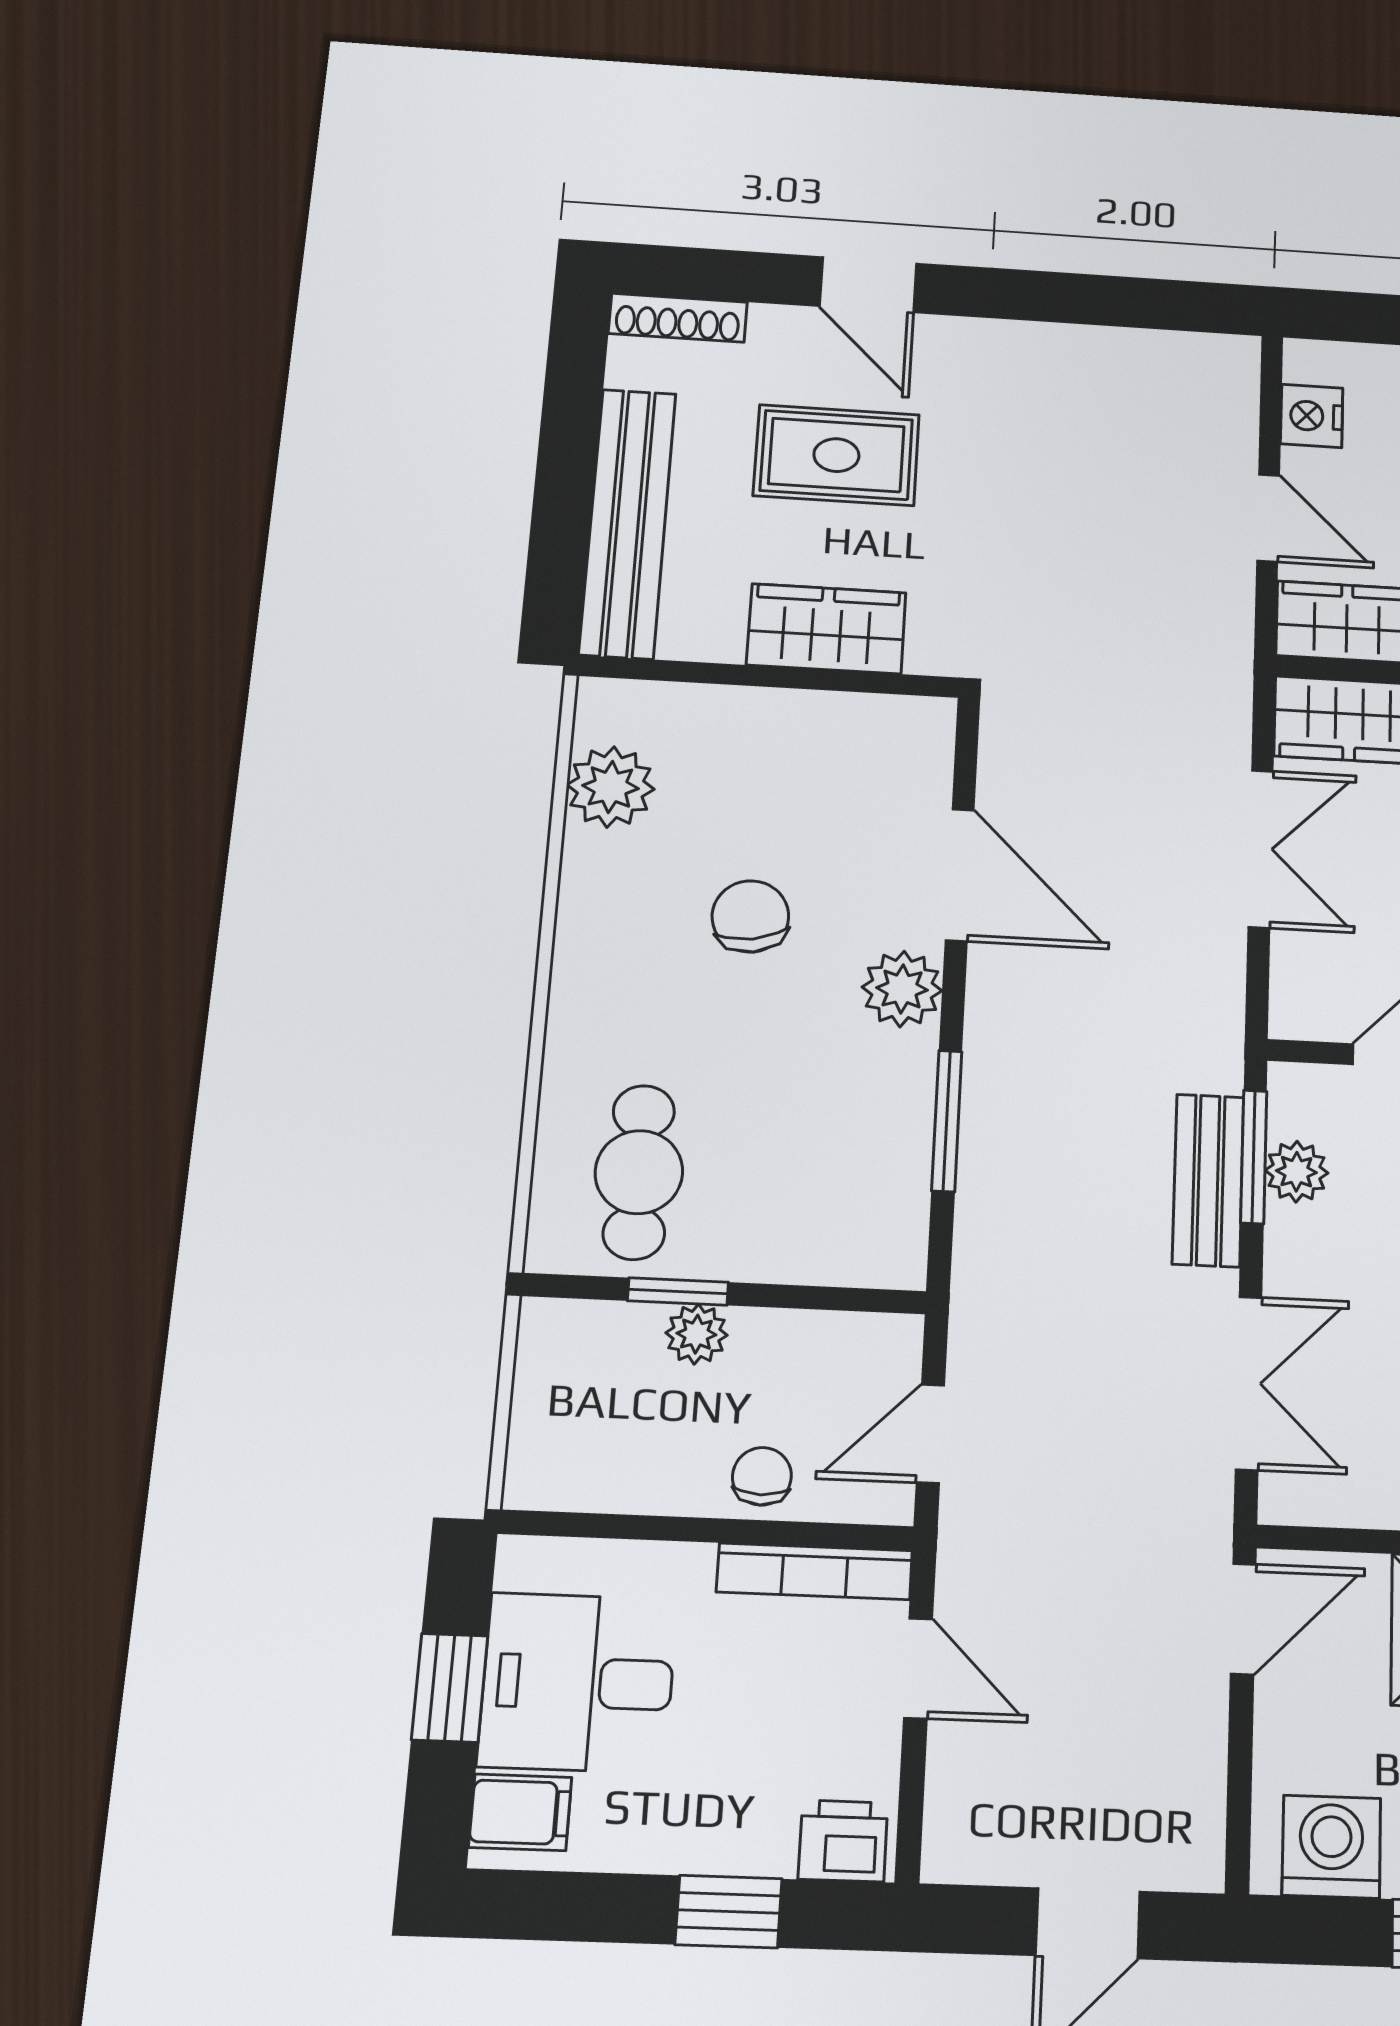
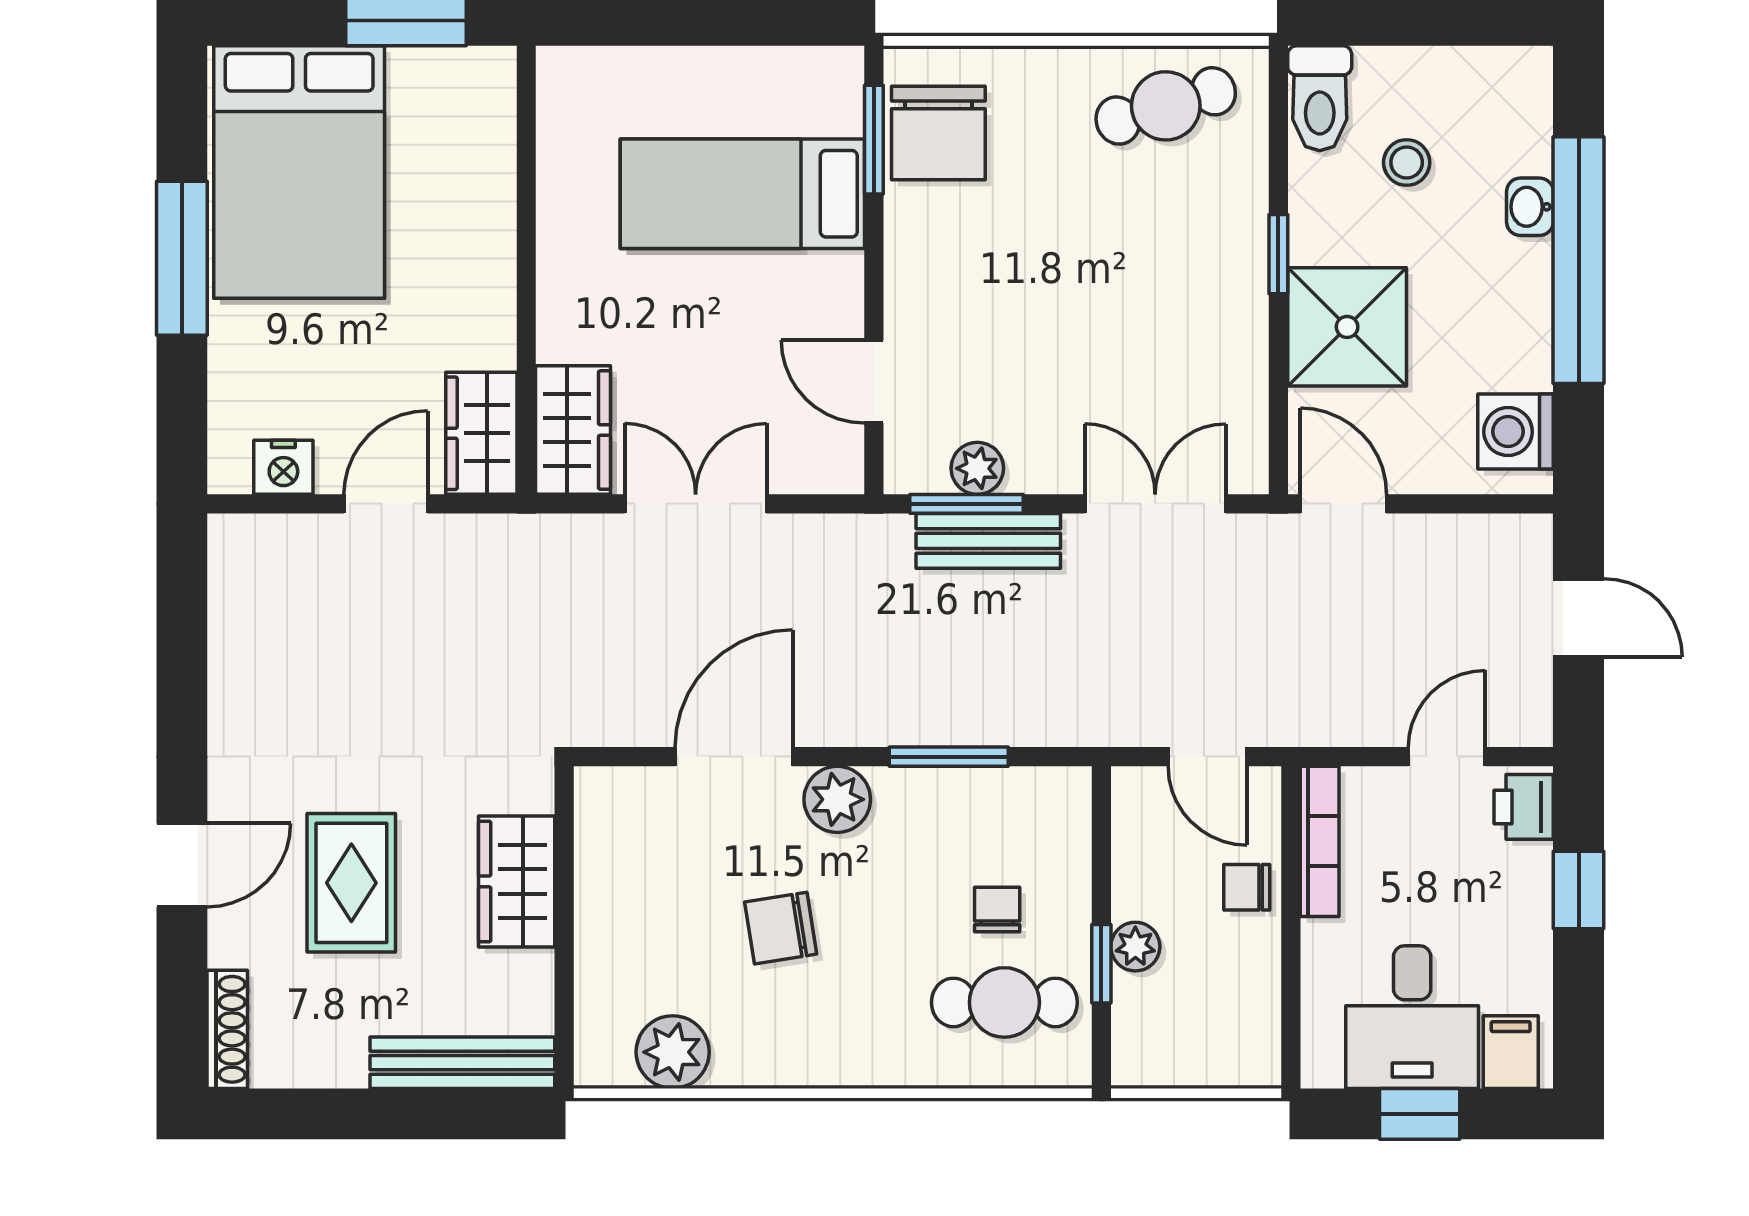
bench: (628, 523) -> (462, 1063), width x0.73, depth x0.82
chair: (755, 1169) -> (997, 909), added
door: (918, 1668) -> (1447, 757), moved

